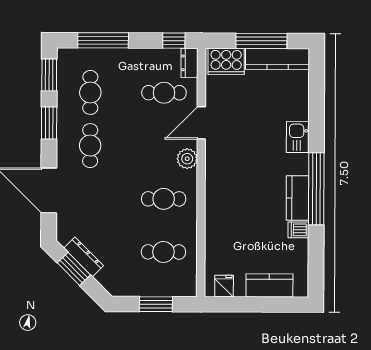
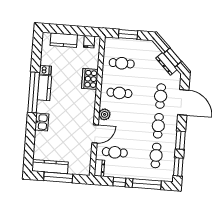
window: (174, 41) -> (119, 182), moved
cooker: (226, 61) -> (90, 79), moved, turned -90
cafe table: (90, 199) -> (161, 96), added

